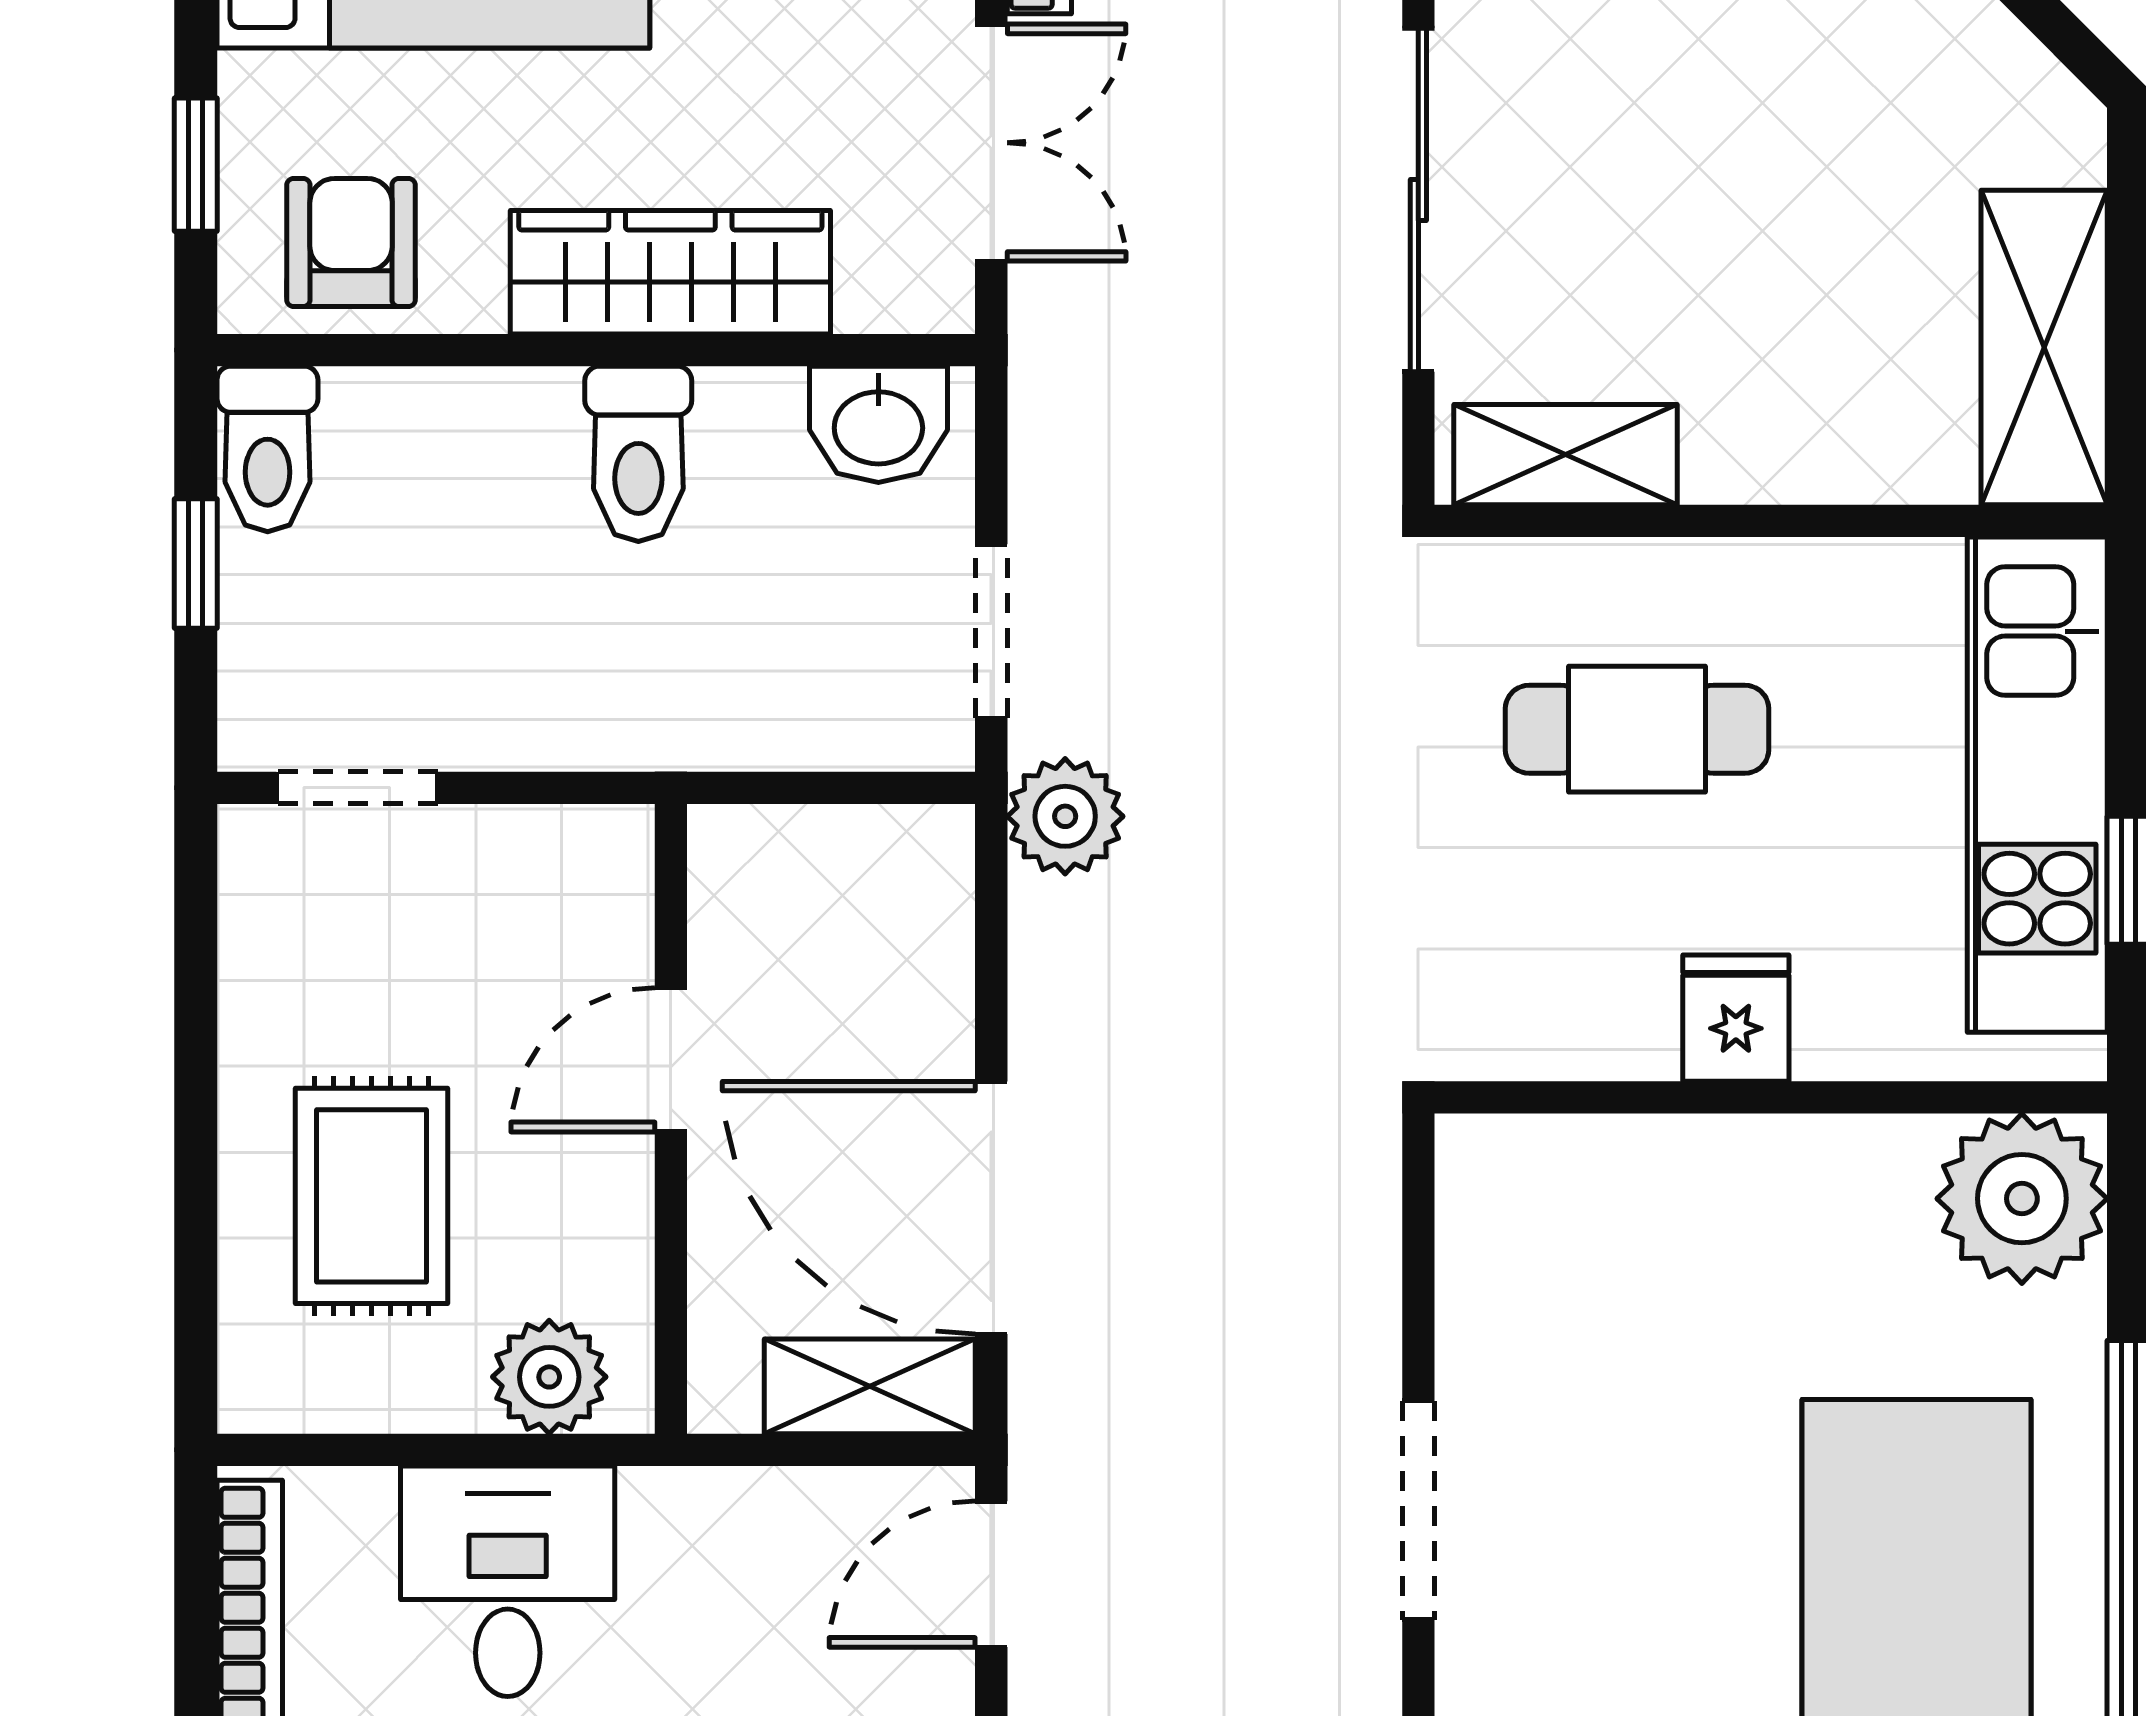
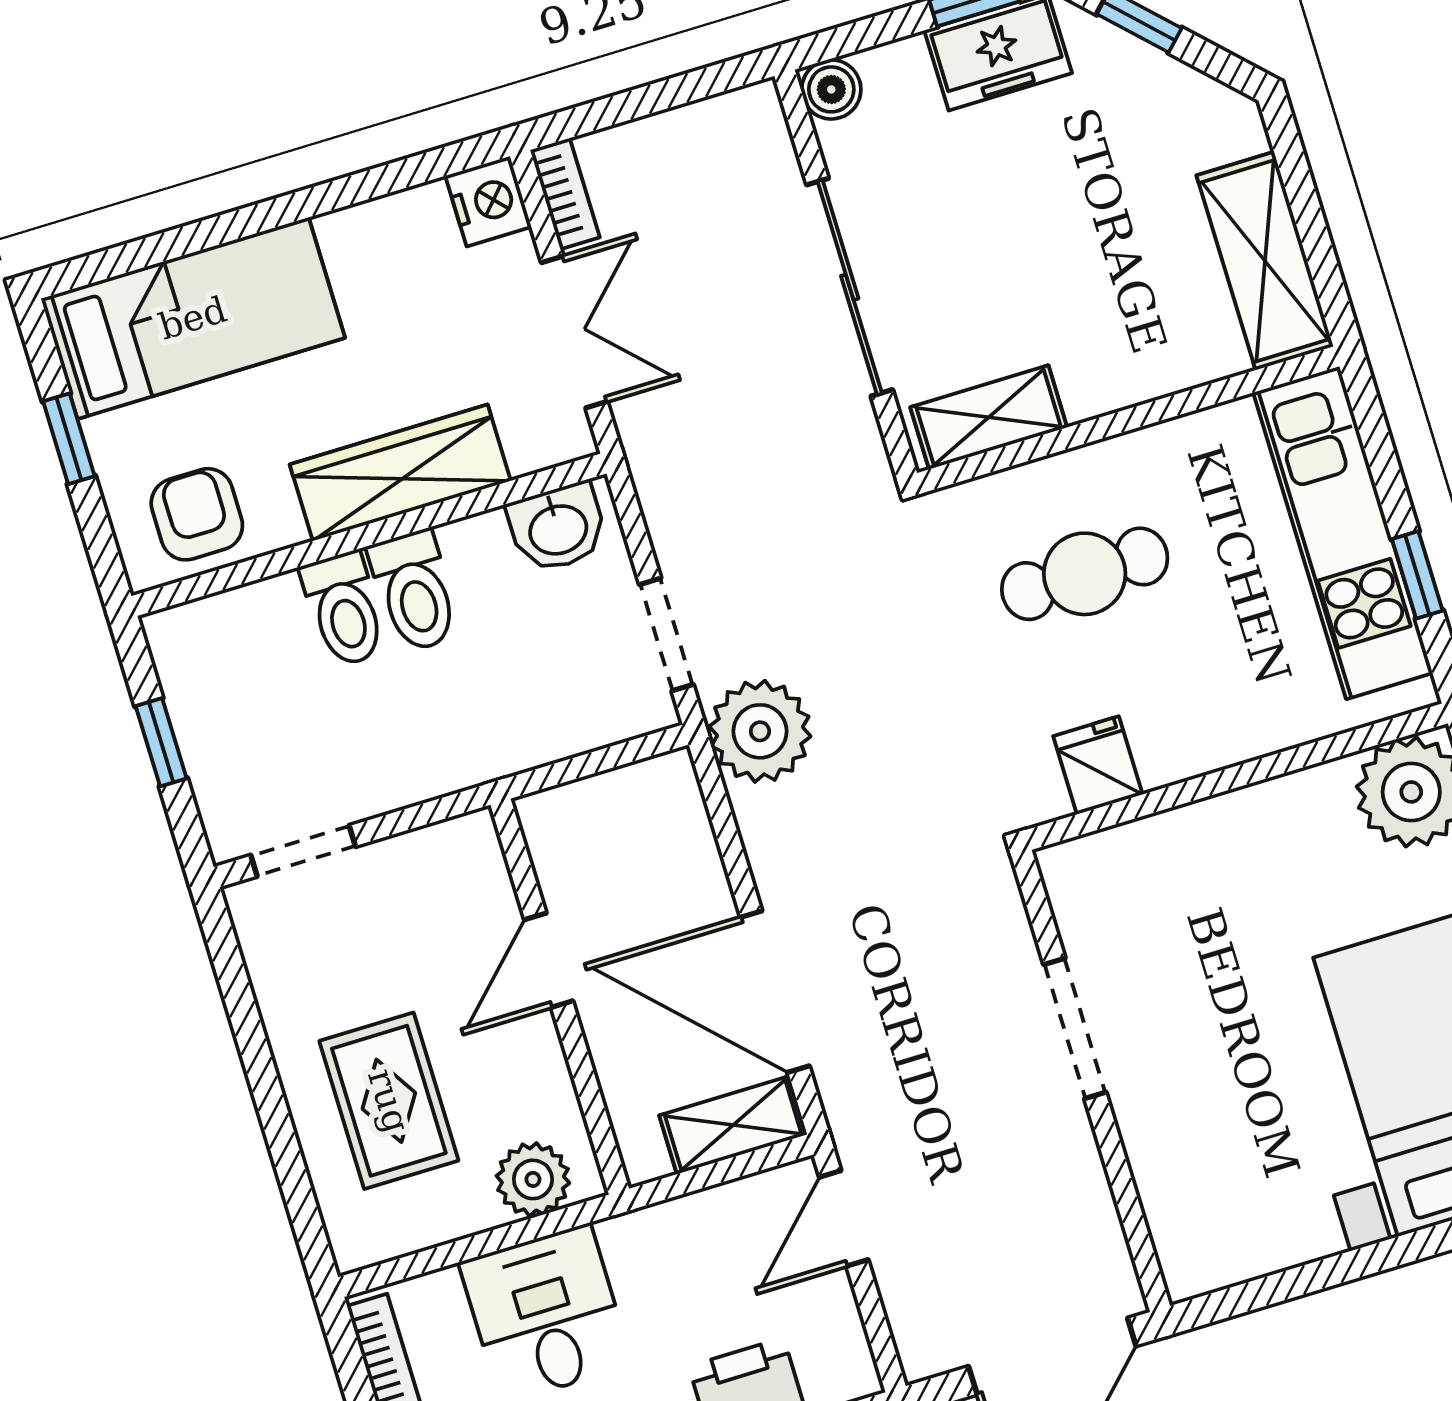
window: (196, 165) -> (69, 439), moved
toilet: (268, 449) -> (344, 609), moved
plant: (1065, 816) -> (760, 731), width x1.36, depth x1.36
fridge: (1736, 1018) -> (1098, 765), moved
doorway: (1418, 1510) -> (1075, 1028), moved

